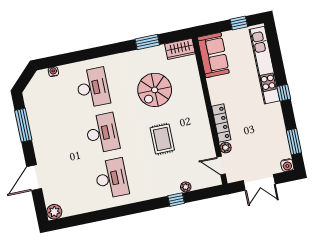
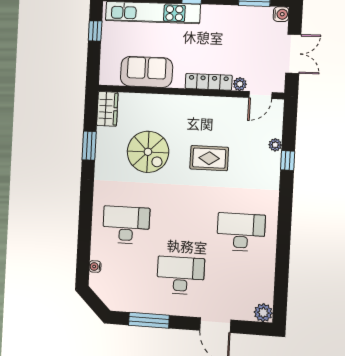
sofa: (213, 55) -> (146, 72), moved
desk: (102, 133) -> (181, 275), moved

